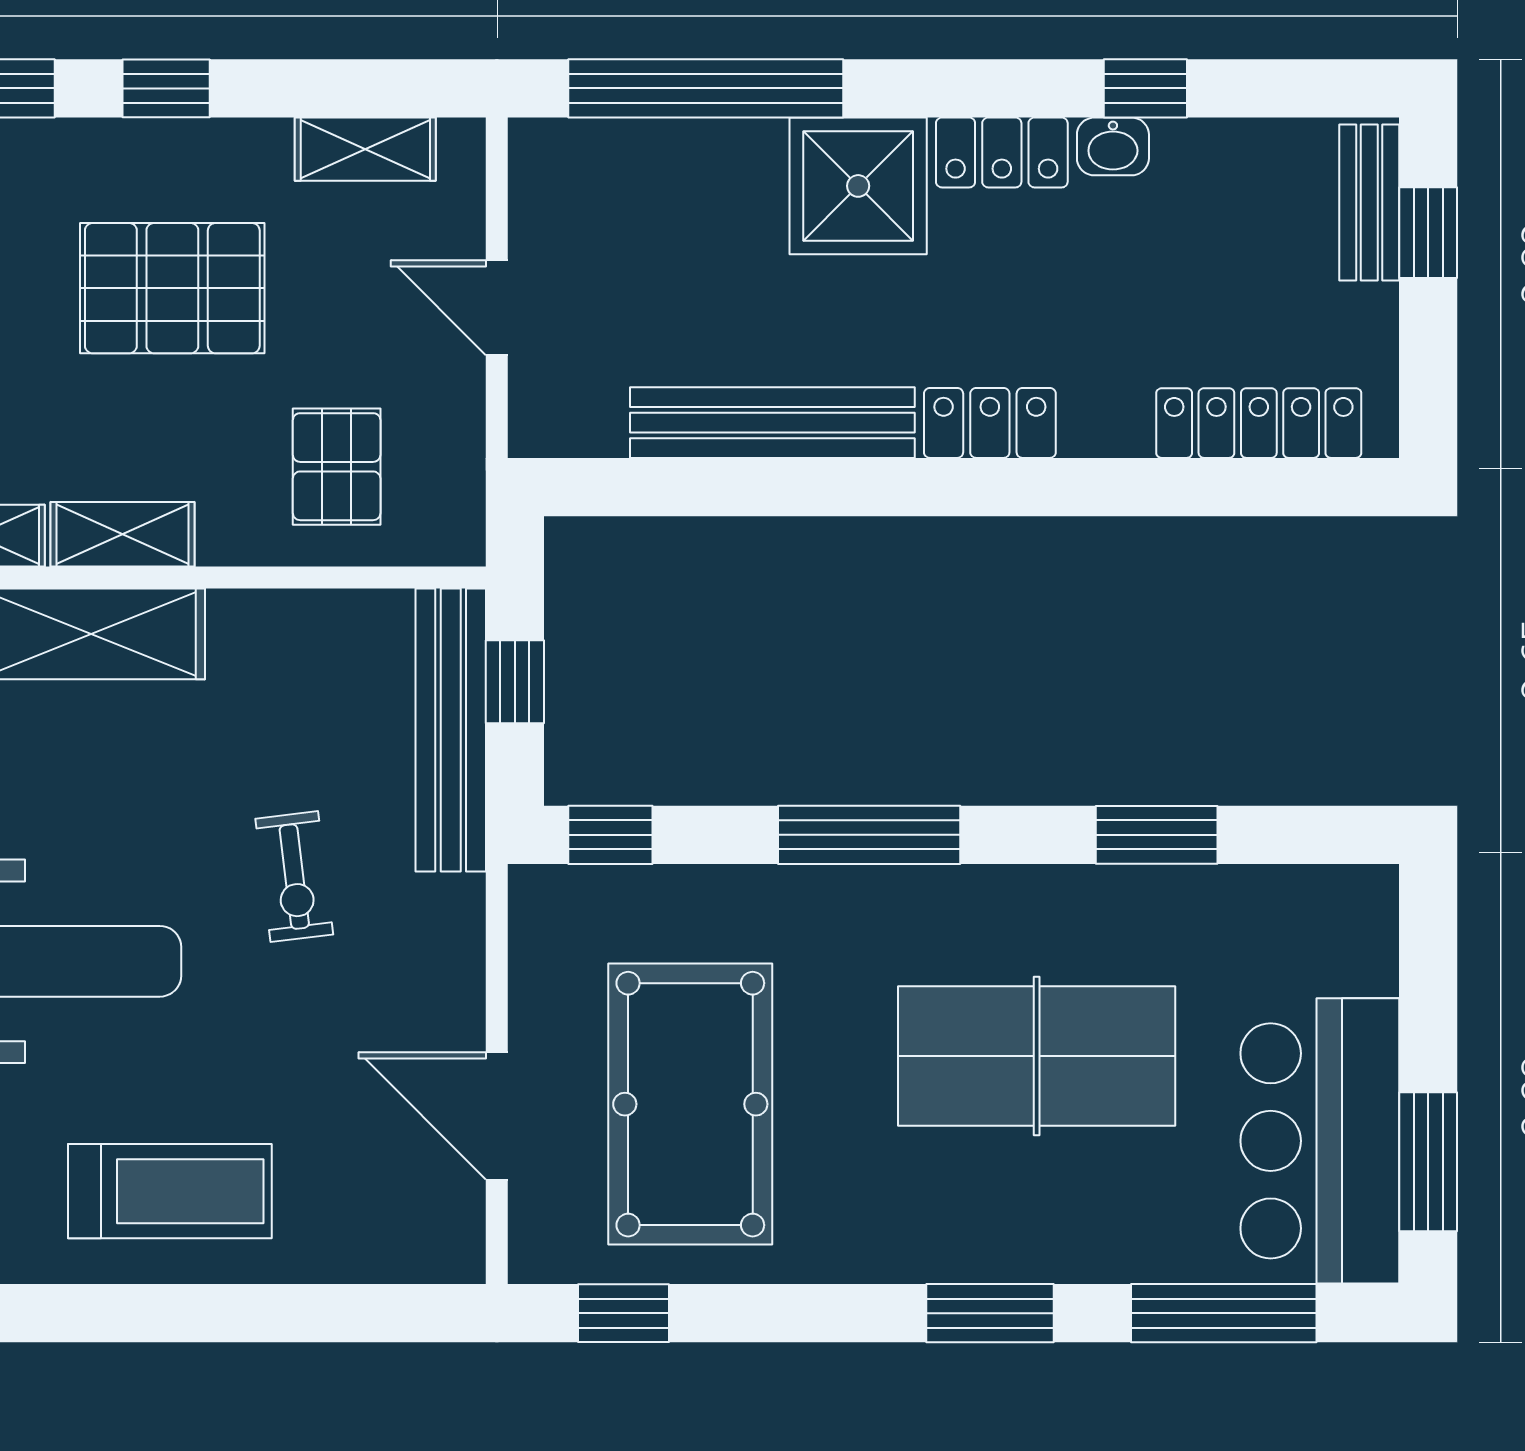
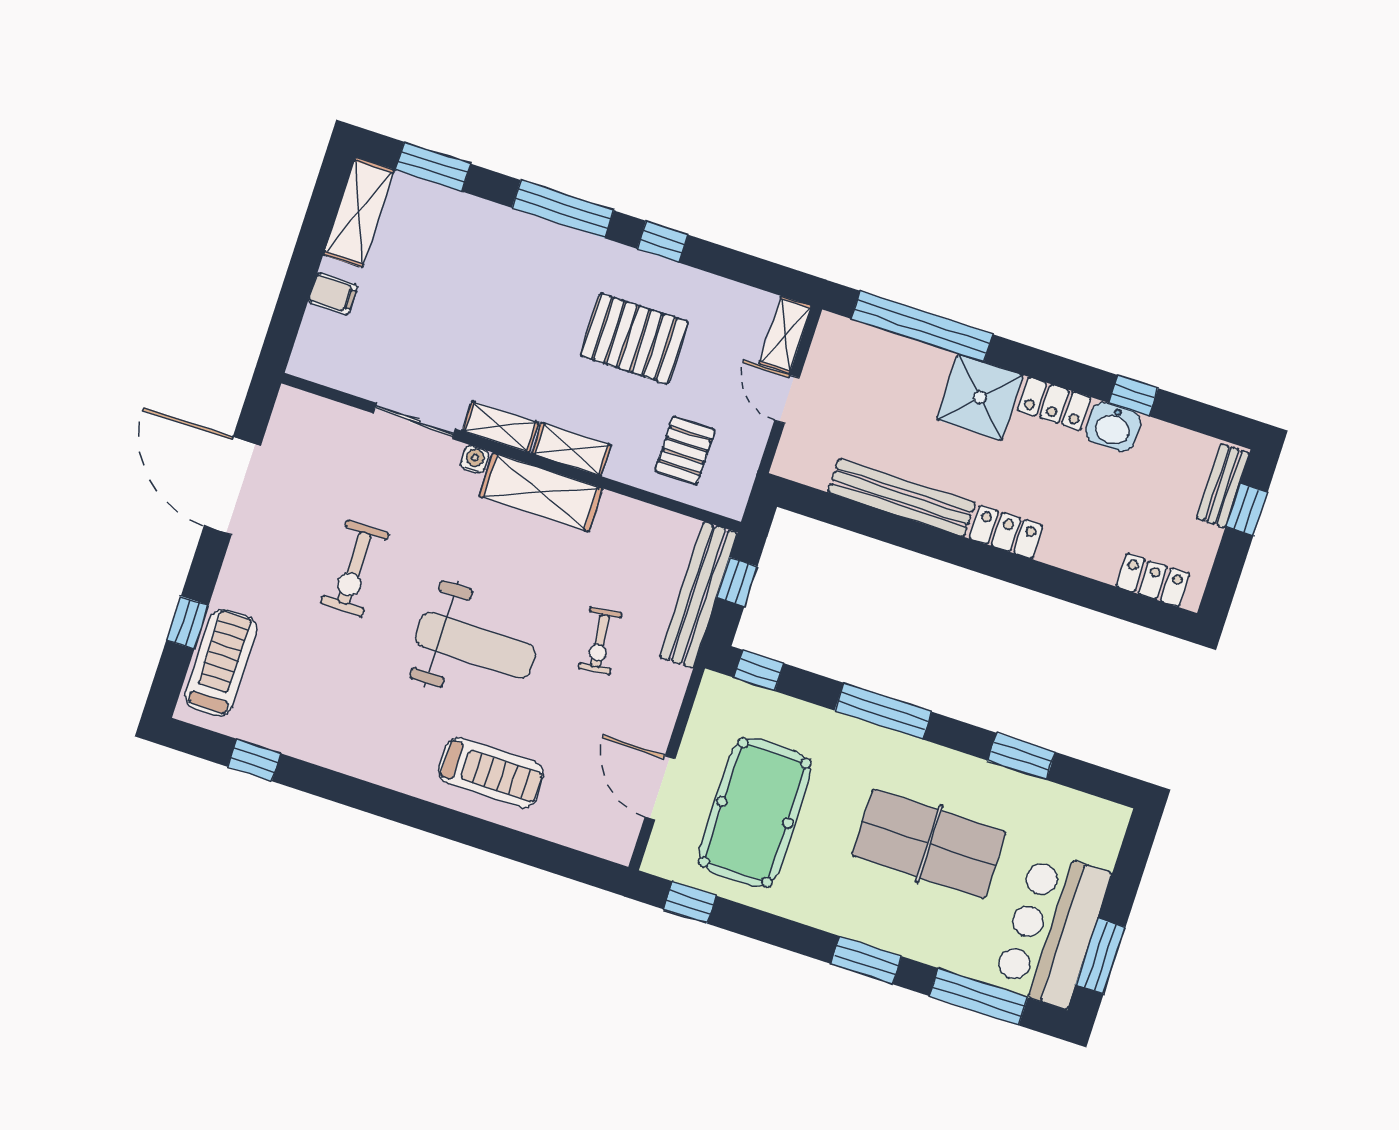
washbasin: (1113, 146) -> (1113, 427), width x1.38, depth x1.45
shelving: (365, 149) -> (785, 335), moved, turned 90
locker: (1259, 423) -> (1153, 580), width x0.66

